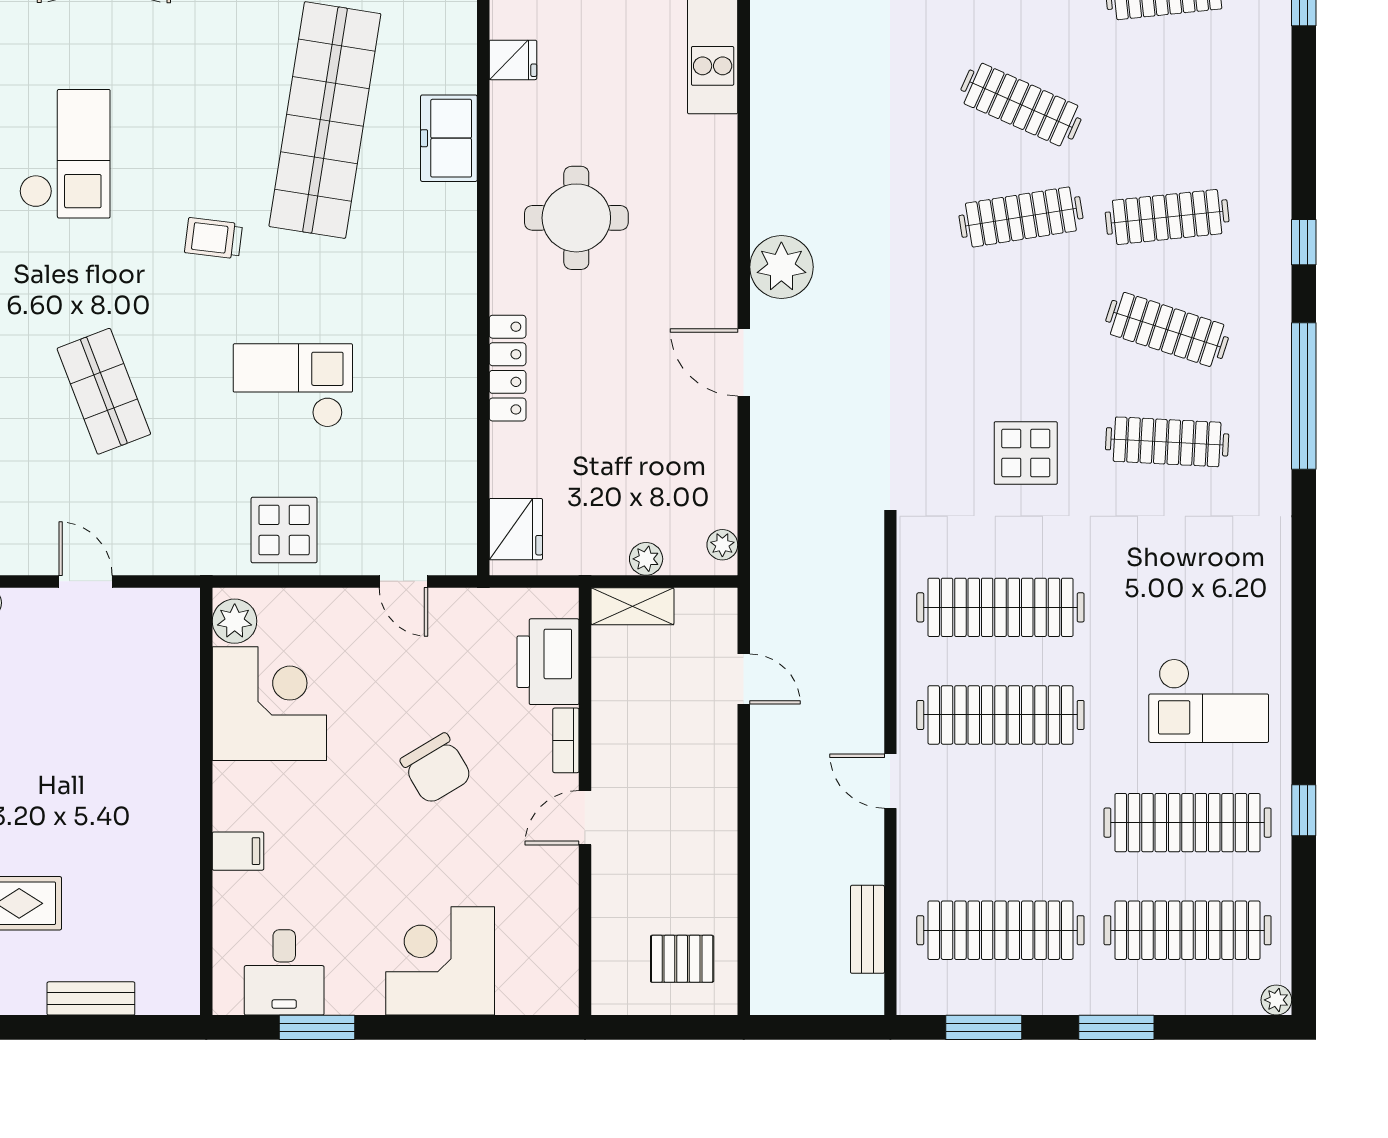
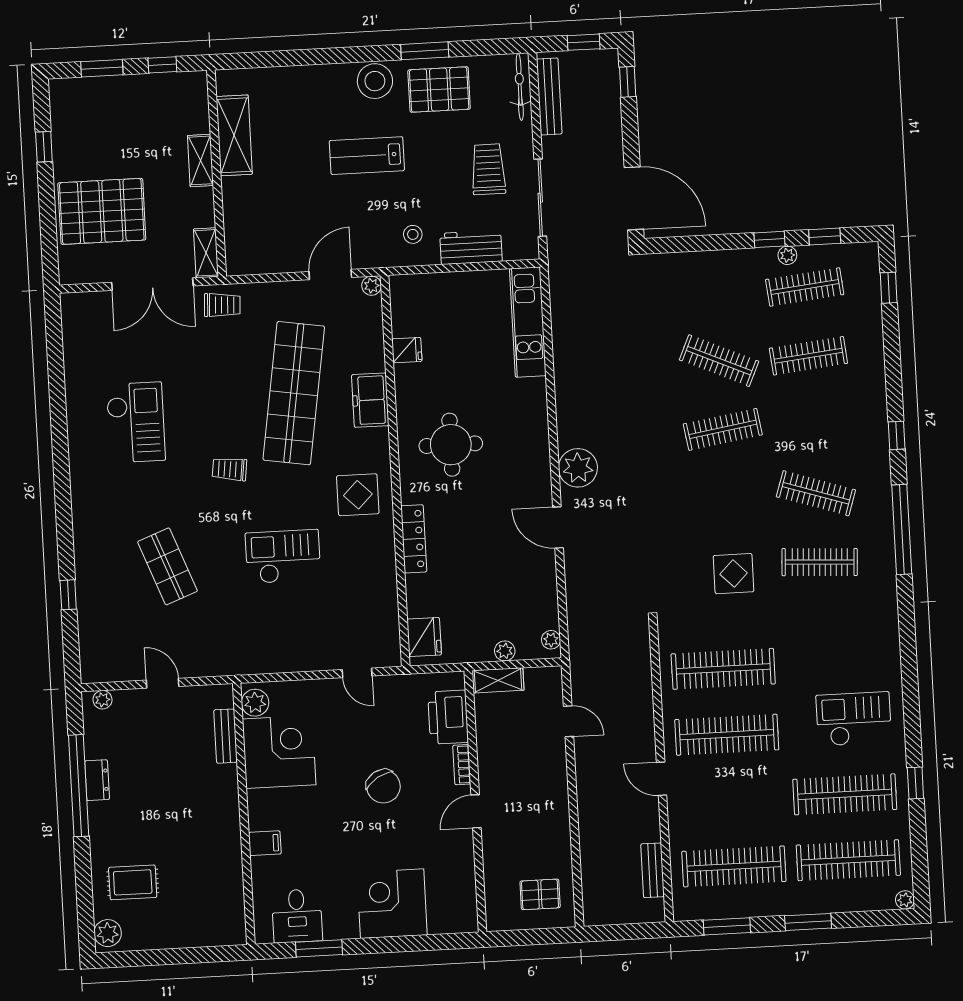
clothes rail: (1167, 217) -> (808, 356), moved
display table: (284, 530) -> (358, 495), moved
checkout: (1209, 701) -> (854, 719), turned 180
bench: (91, 998) -> (226, 736), moved, turned 90

